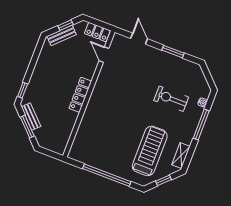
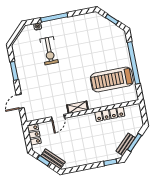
door: (104, 55) -> (58, 118), moved
locker: (80, 95) -> (110, 114), moved
treadmill: (150, 151) -> (112, 79), moved
shelving: (181, 156) -> (77, 107), moved

